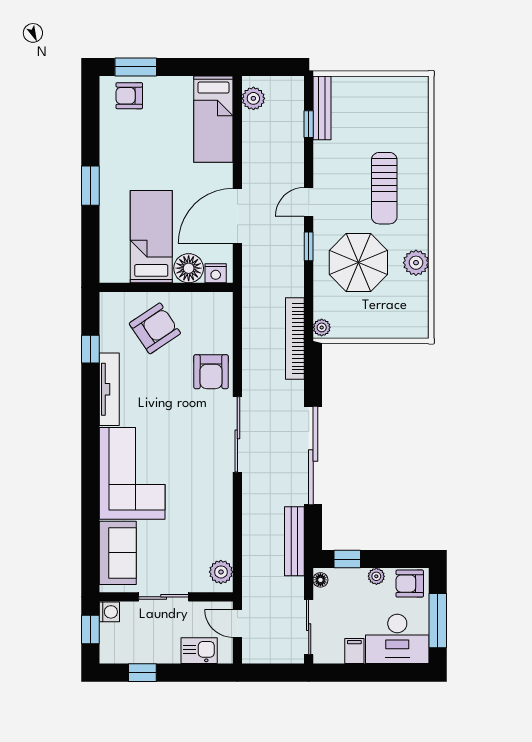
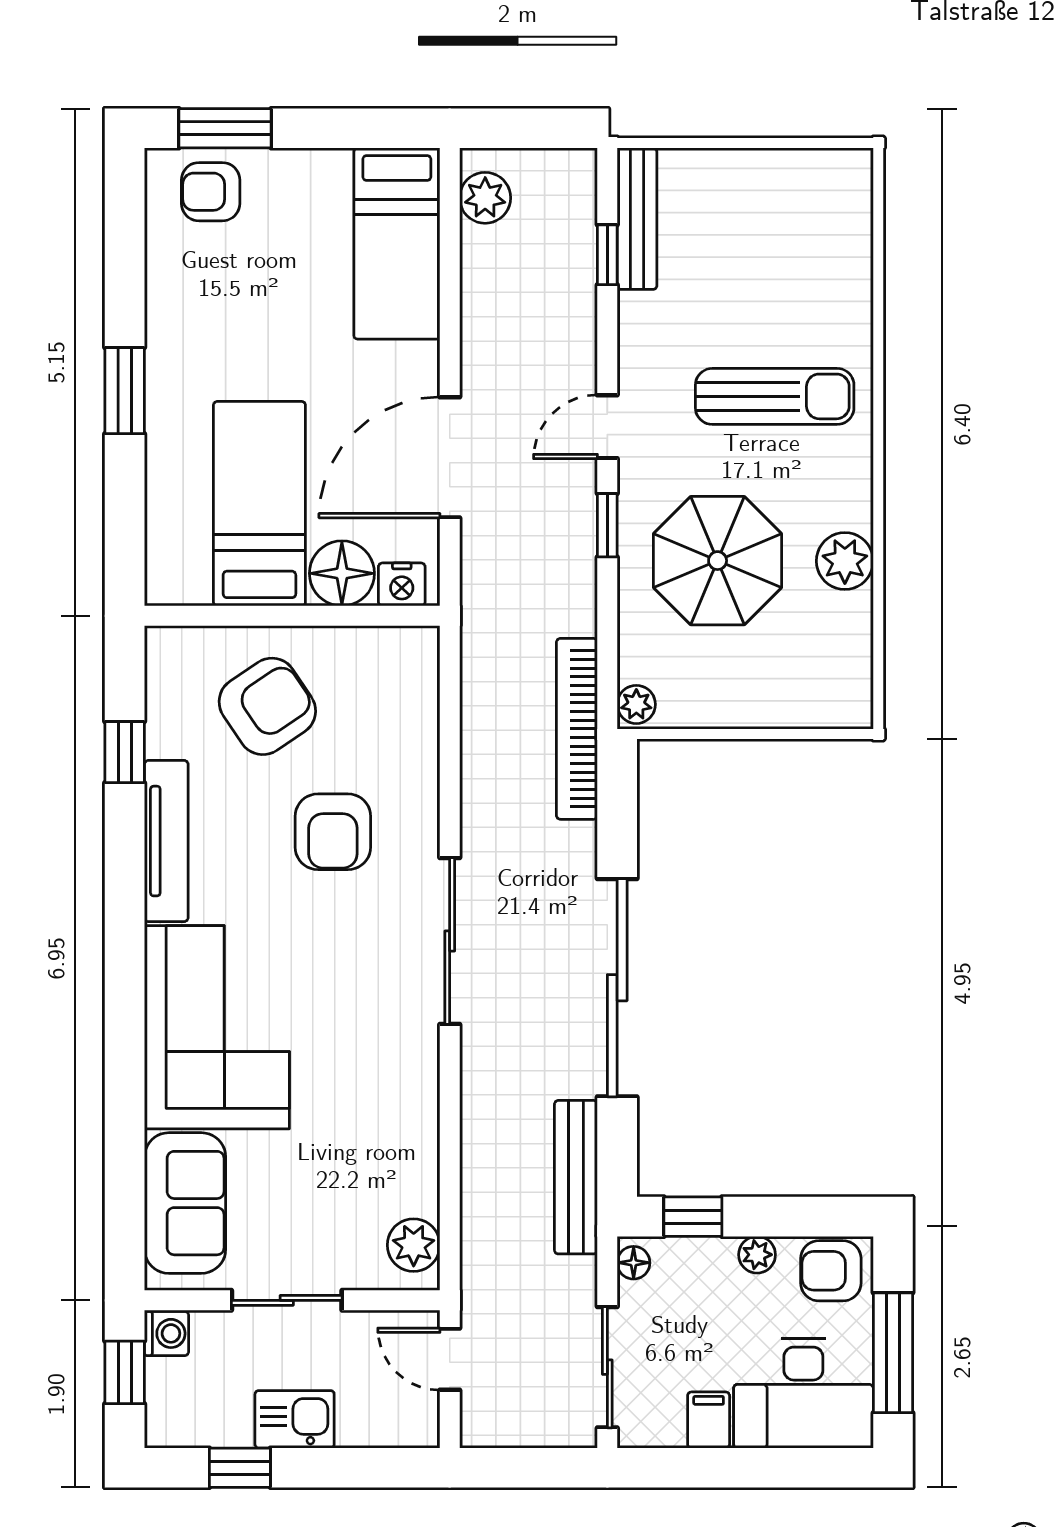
sun lounger: (384, 188) -> (775, 396), turned -90
armchair: (211, 372) -> (333, 832), moved
kitchen sink: (199, 651) -> (295, 1419), moved

